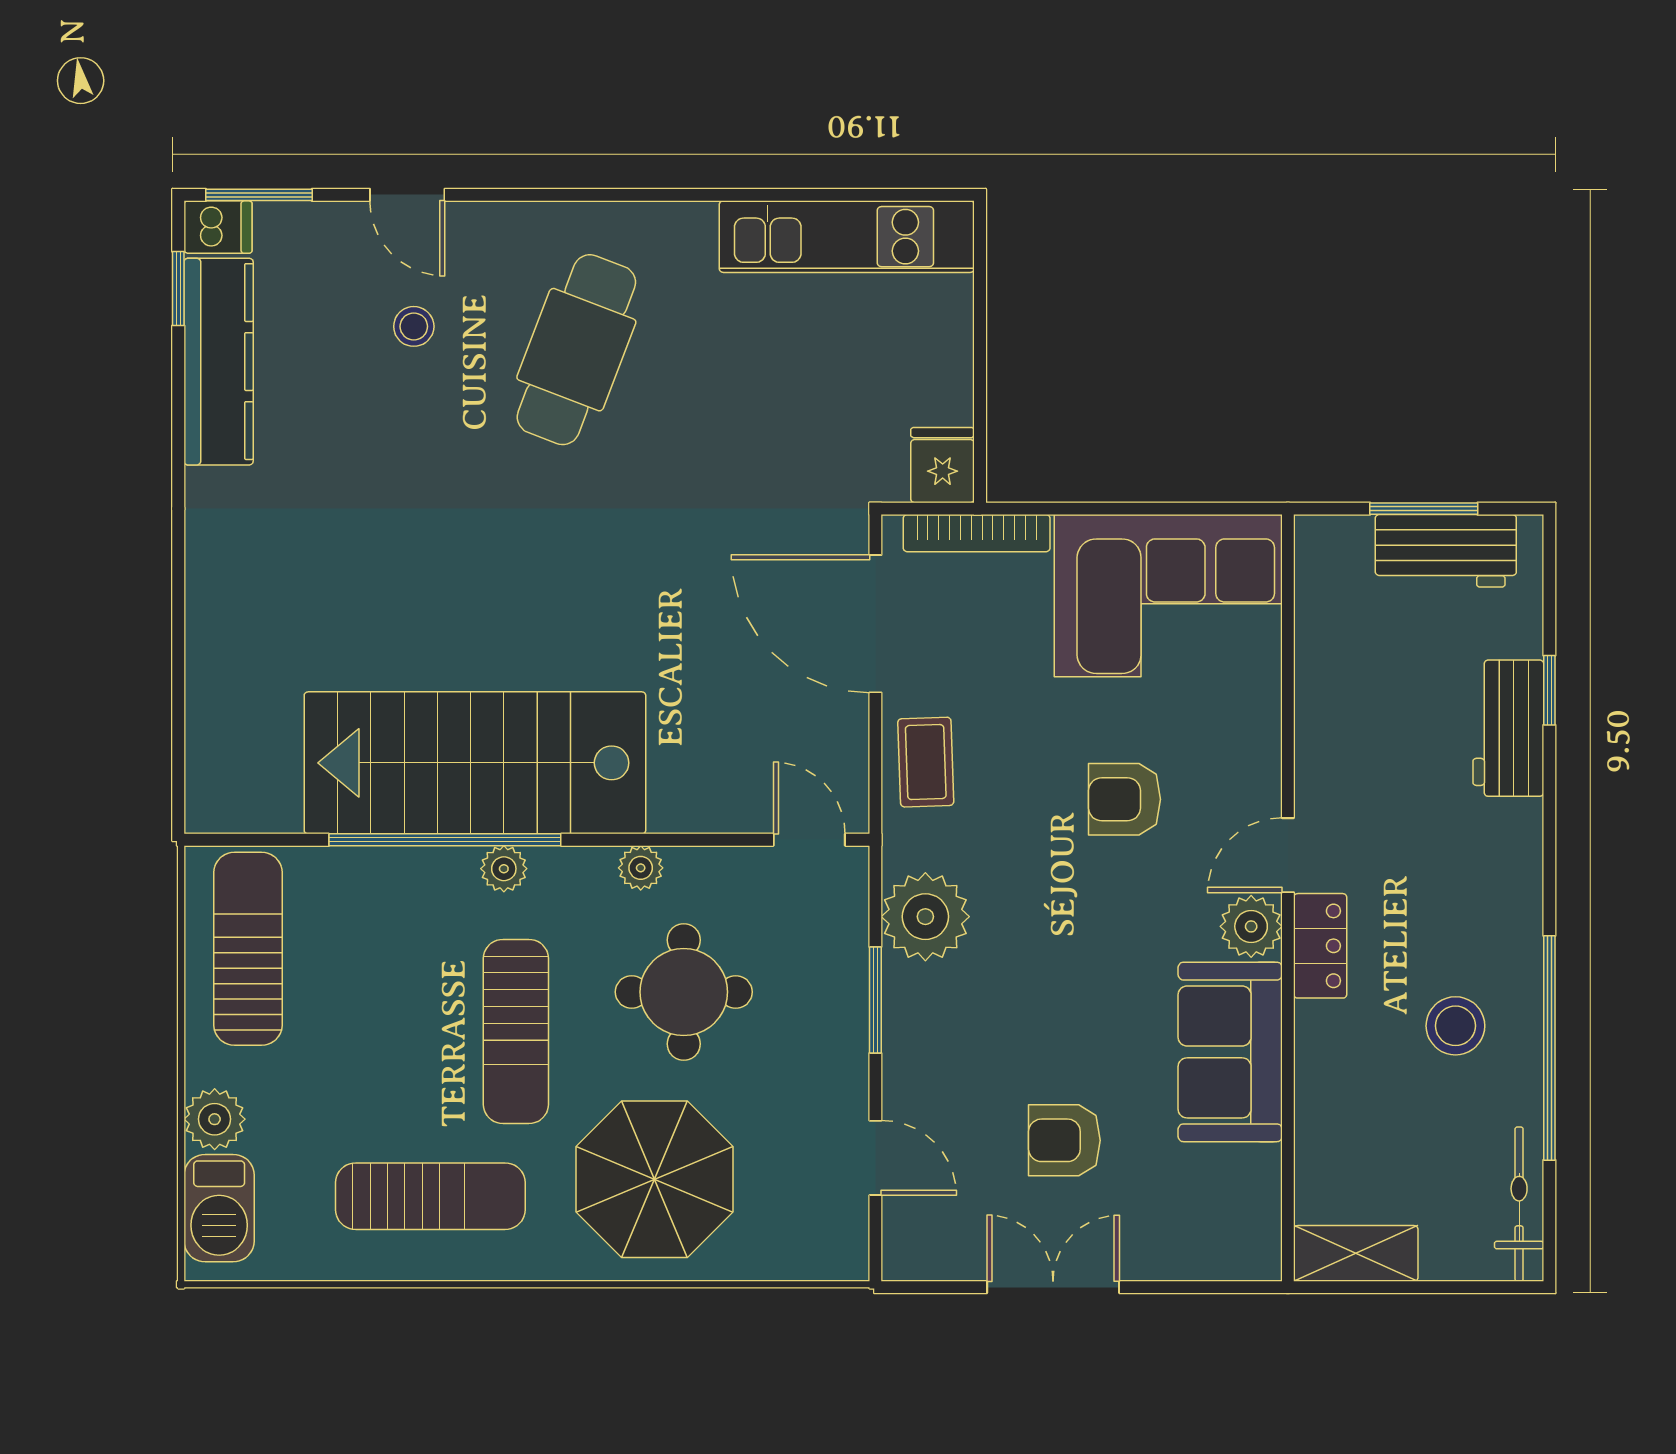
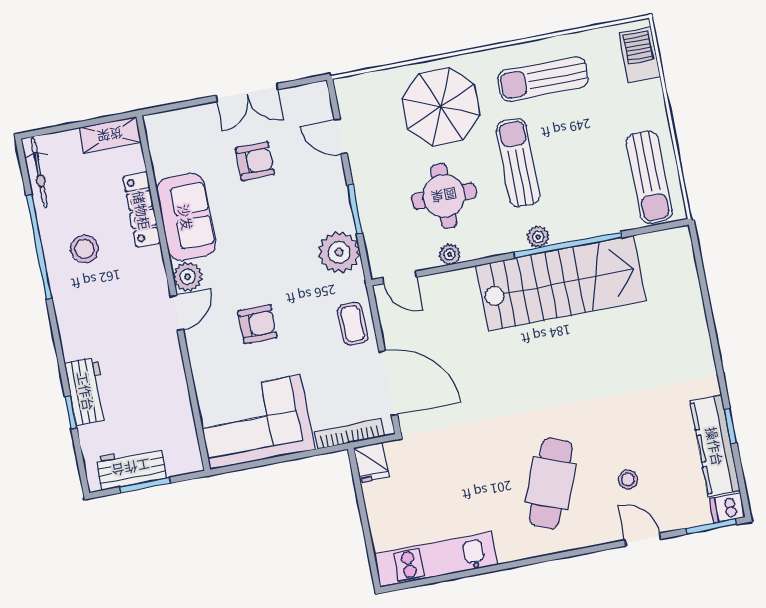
window: (178, 289) -> (731, 426), moved
plant: (641, 868) -> (450, 254), moved
locker: (1320, 946) -> (142, 210), moved, width x1.53
plant: (215, 1119) -> (649, 95), removed

